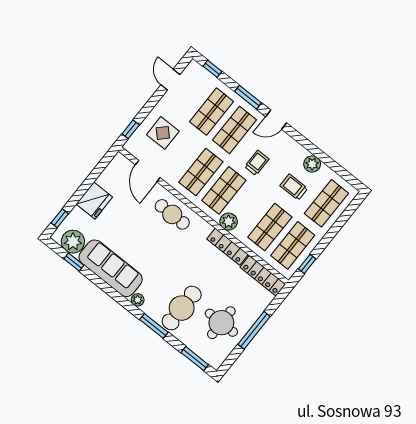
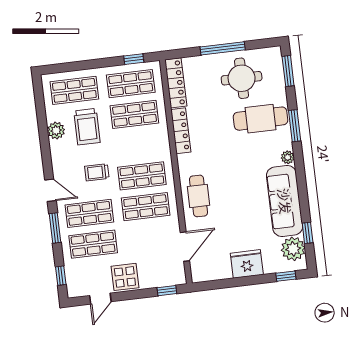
display table: (163, 133) -> (125, 277), moved
trolley: (294, 187) -> (87, 127), width x1.36, depth x1.39
plant: (229, 222) -> (161, 149), removed

